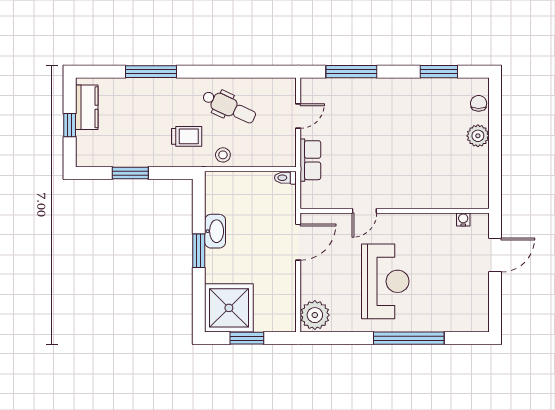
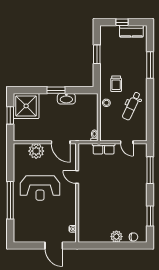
plant: (315, 315) -> (36, 151), moved

